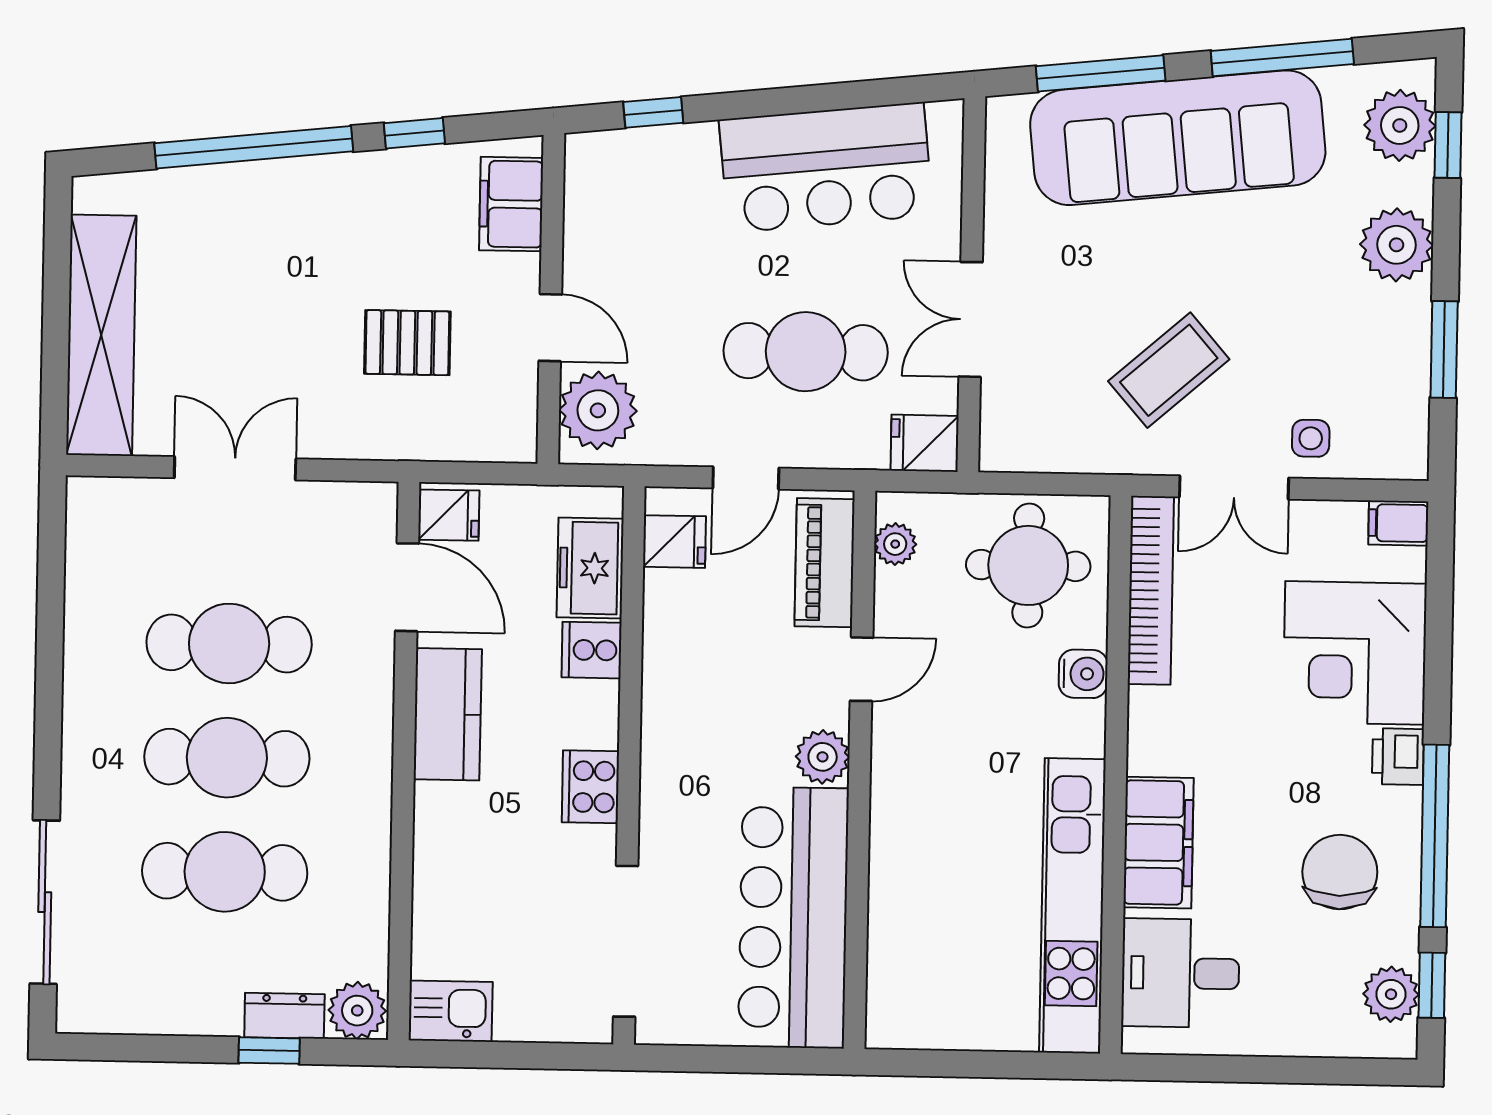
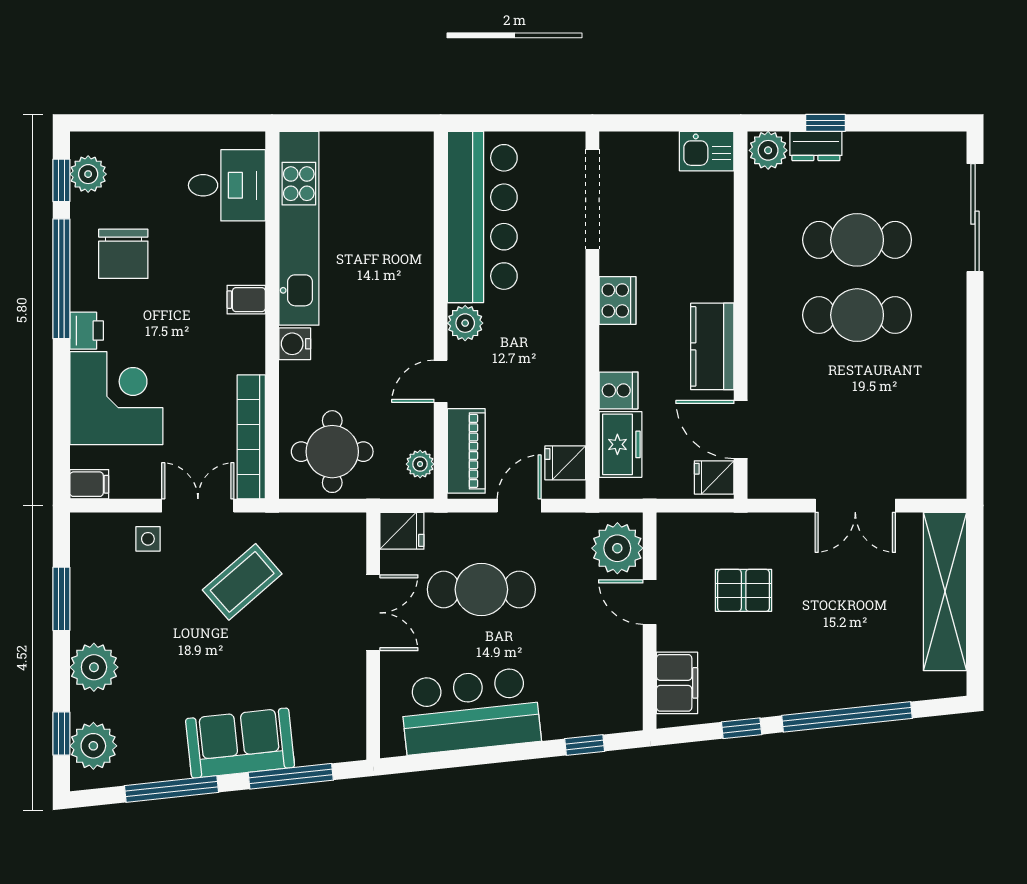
sofa: (1178, 138) -> (240, 743), width x0.54, depth x0.79
cafe table: (229, 643) -> (857, 390), removed
water cooler: (1083, 674) -> (295, 344), moved
filing cabinet: (1158, 843) -> (246, 300), width x0.33, depth x0.86

